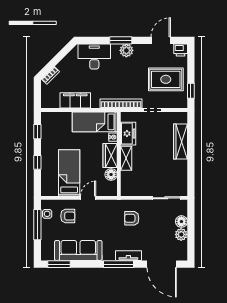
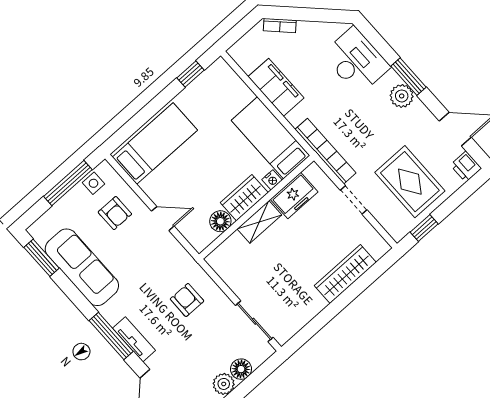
window: (37, 162) -> (150, 110), removed
bed: (69, 173) -> (155, 144), moved

